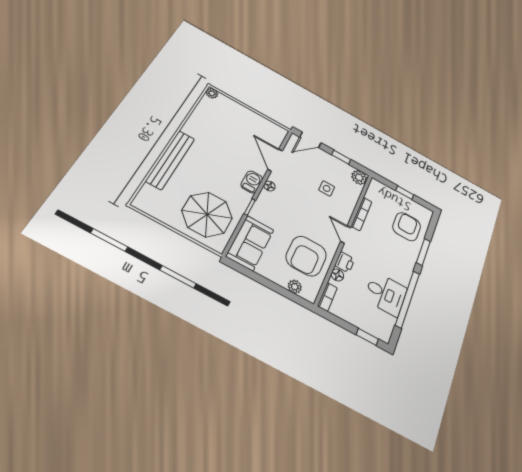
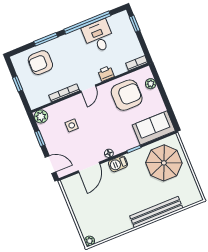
floor lamp: (337, 275) -> (118, 70), removed

